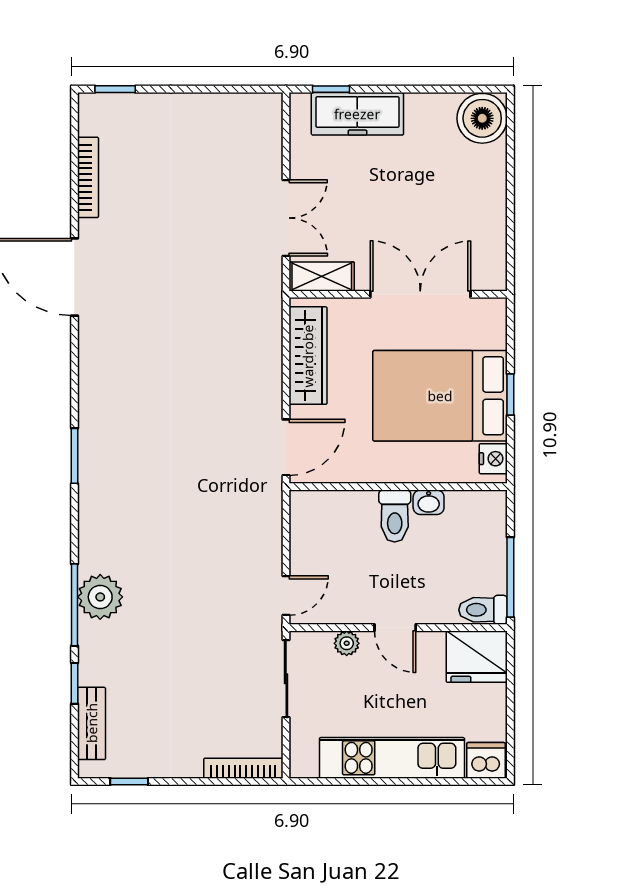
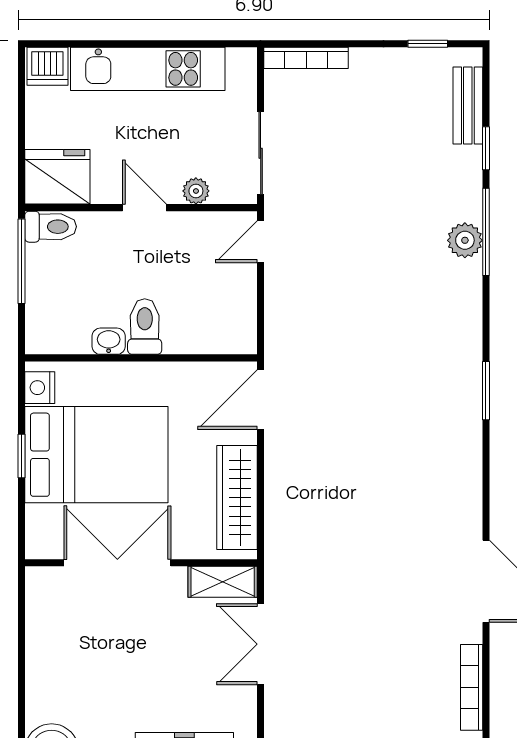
double door: (420, 294) -> (117, 563), swing flipped
plant: (100, 597) -> (465, 240), width x0.73, depth x0.73

